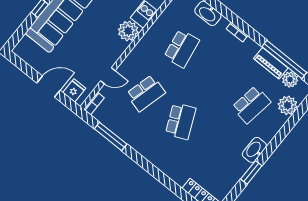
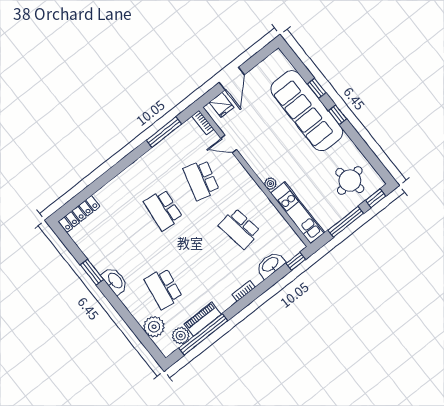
plant: (128, 31) -> (270, 184), width x0.53, depth x0.53
door: (108, 76) -> (229, 144), hinge flipped
school desk: (181, 121) -> (163, 210), turned 30

